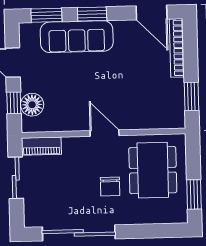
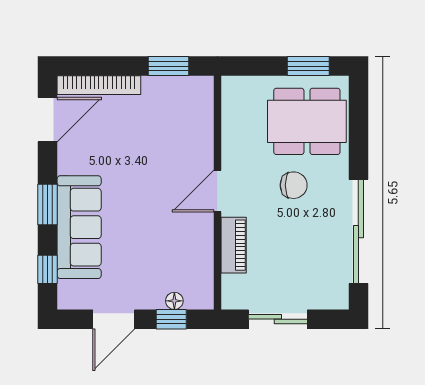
window: (46, 15) -> (48, 269), width x0.67
floor lamp: (32, 105) -> (174, 301), width x0.53, depth x0.53
piano: (41, 146) -> (234, 245), moved
dining table: (153, 170) -> (307, 121), moved

